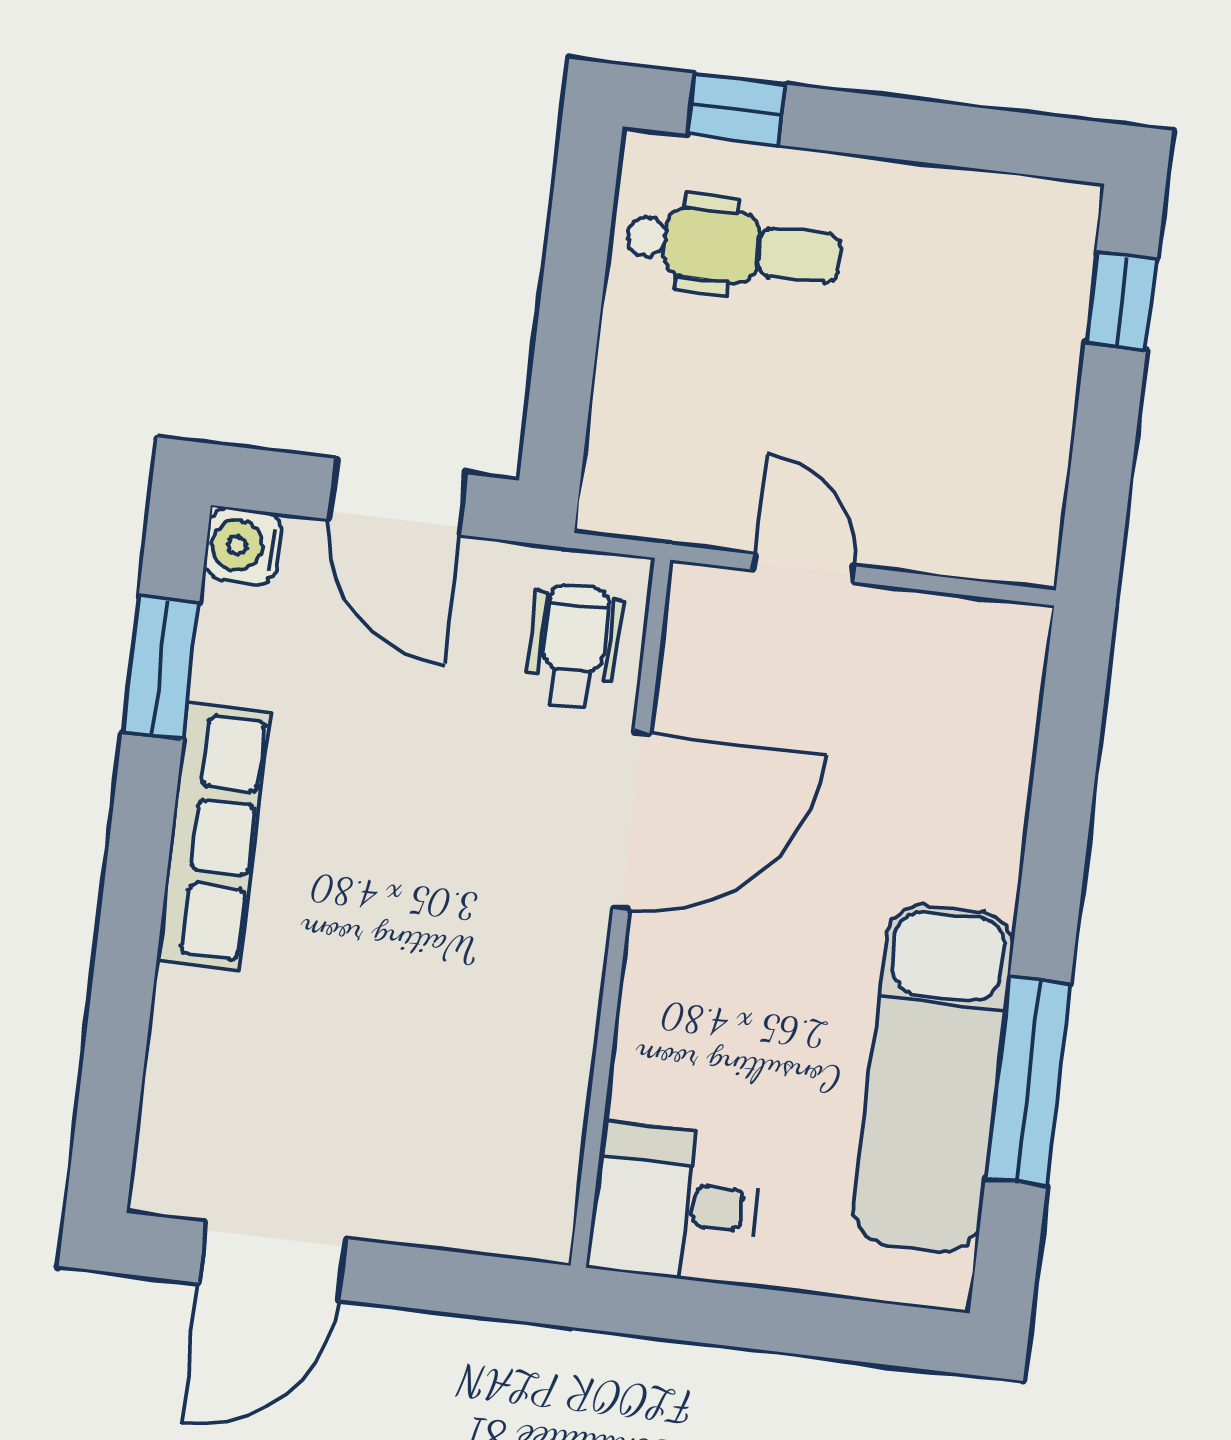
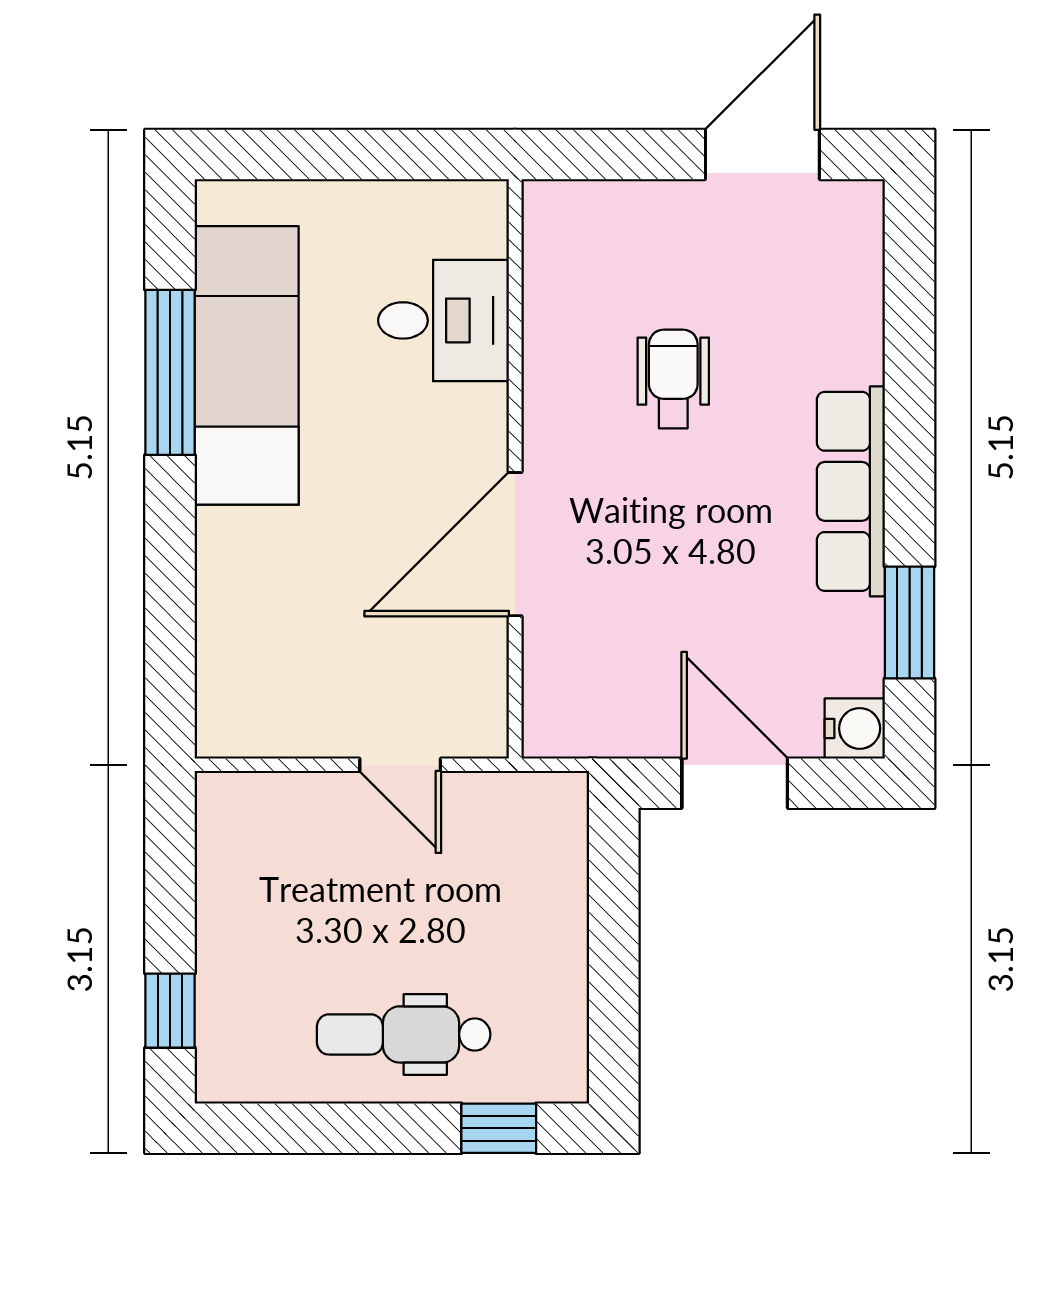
dental chair: (733, 247) -> (404, 1034), moved
wheelchair: (574, 646) -> (673, 379), moved, turned 180
desk: (675, 1203) -> (444, 320), moved

